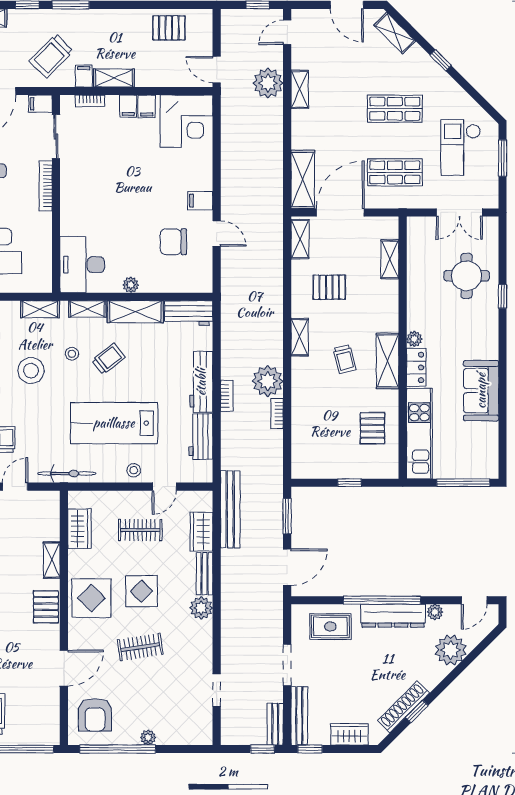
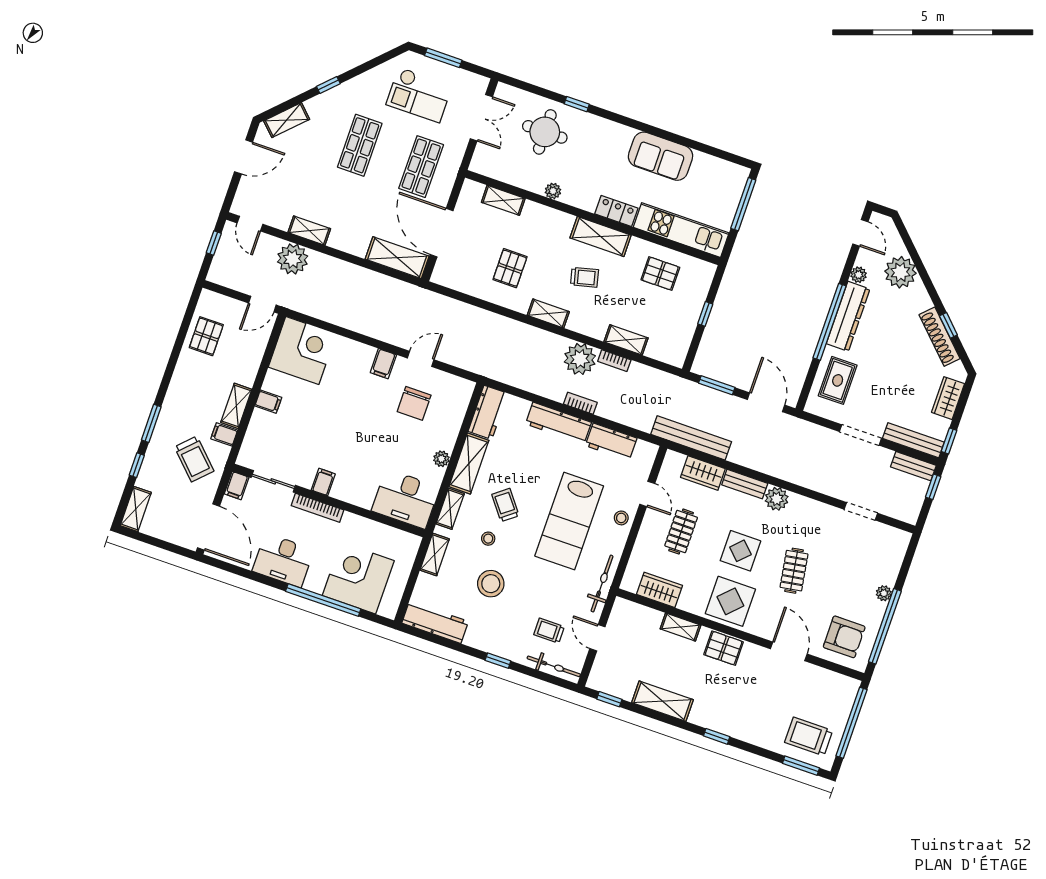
bookcase: (90, 101) -> (250, 437), removed
filing cabinet: (147, 106) -> (323, 482), moved, turned -90
shelving: (300, 239) -> (626, 340), moved
plant: (414, 339) -> (553, 191), moved

